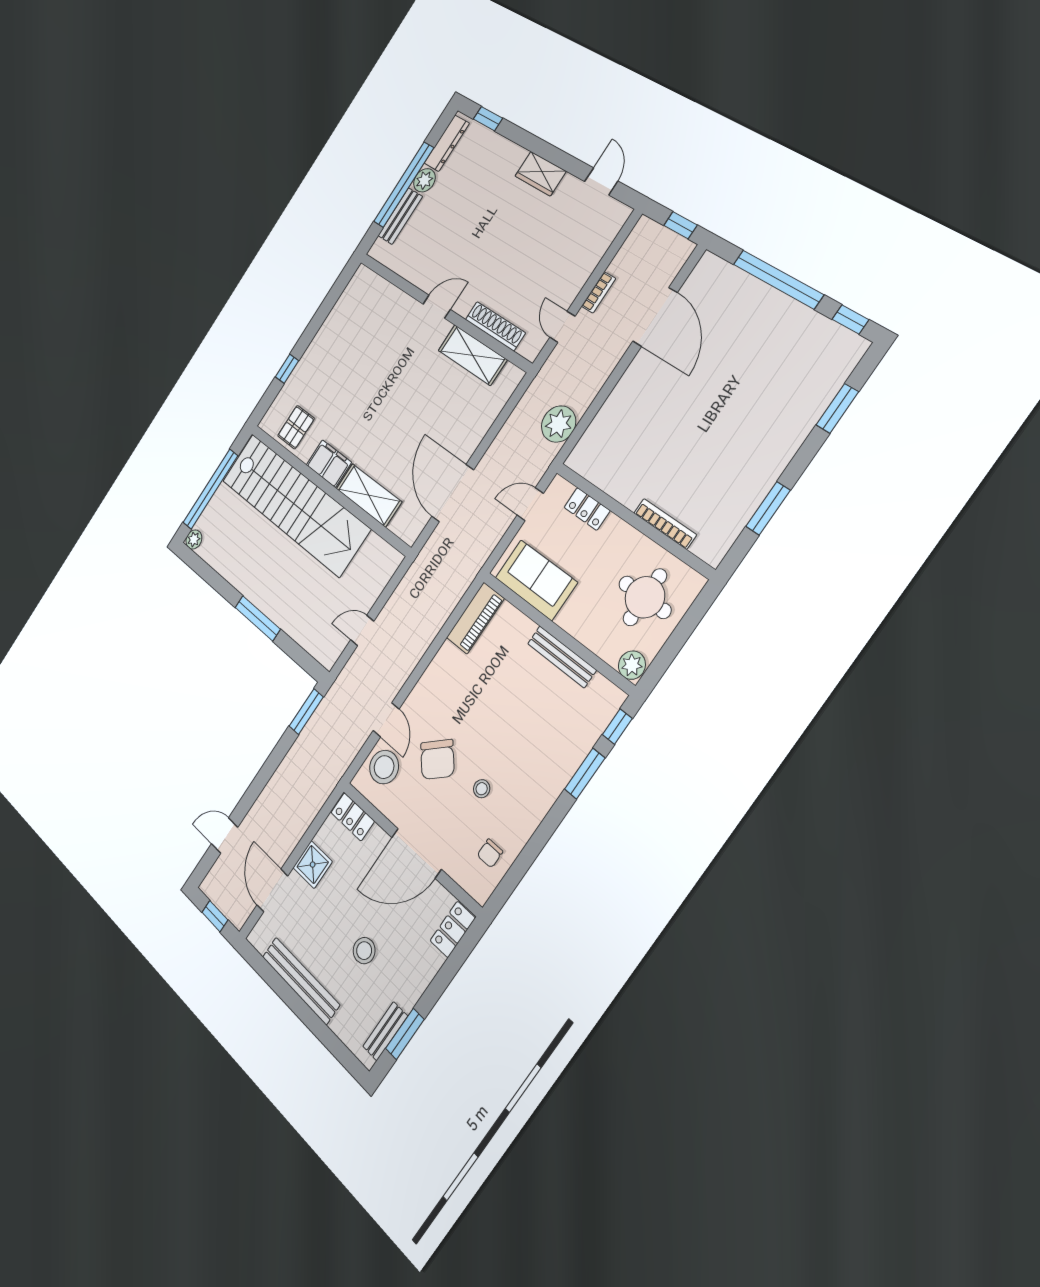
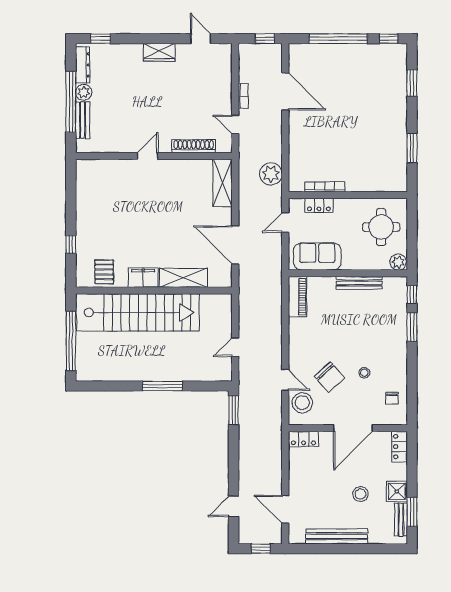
shelving: (472, 355) -> (222, 183), moved, turned 90
bookcase: (665, 524) -> (325, 187), moved
plant: (194, 539) -> (82, 375), removed
shower: (313, 865) -> (397, 491), moved

